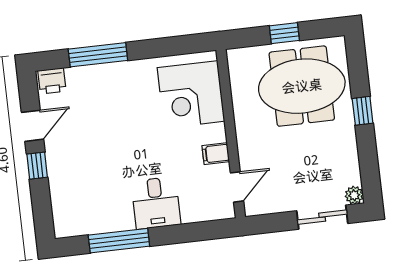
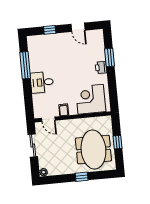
window: (98, 55) -> (110, 57), width x0.69
printer: (52, 81) -> (101, 67), moved
window: (37, 166) -> (50, 30), moved
sliding door: (322, 217) -> (33, 146), moved

